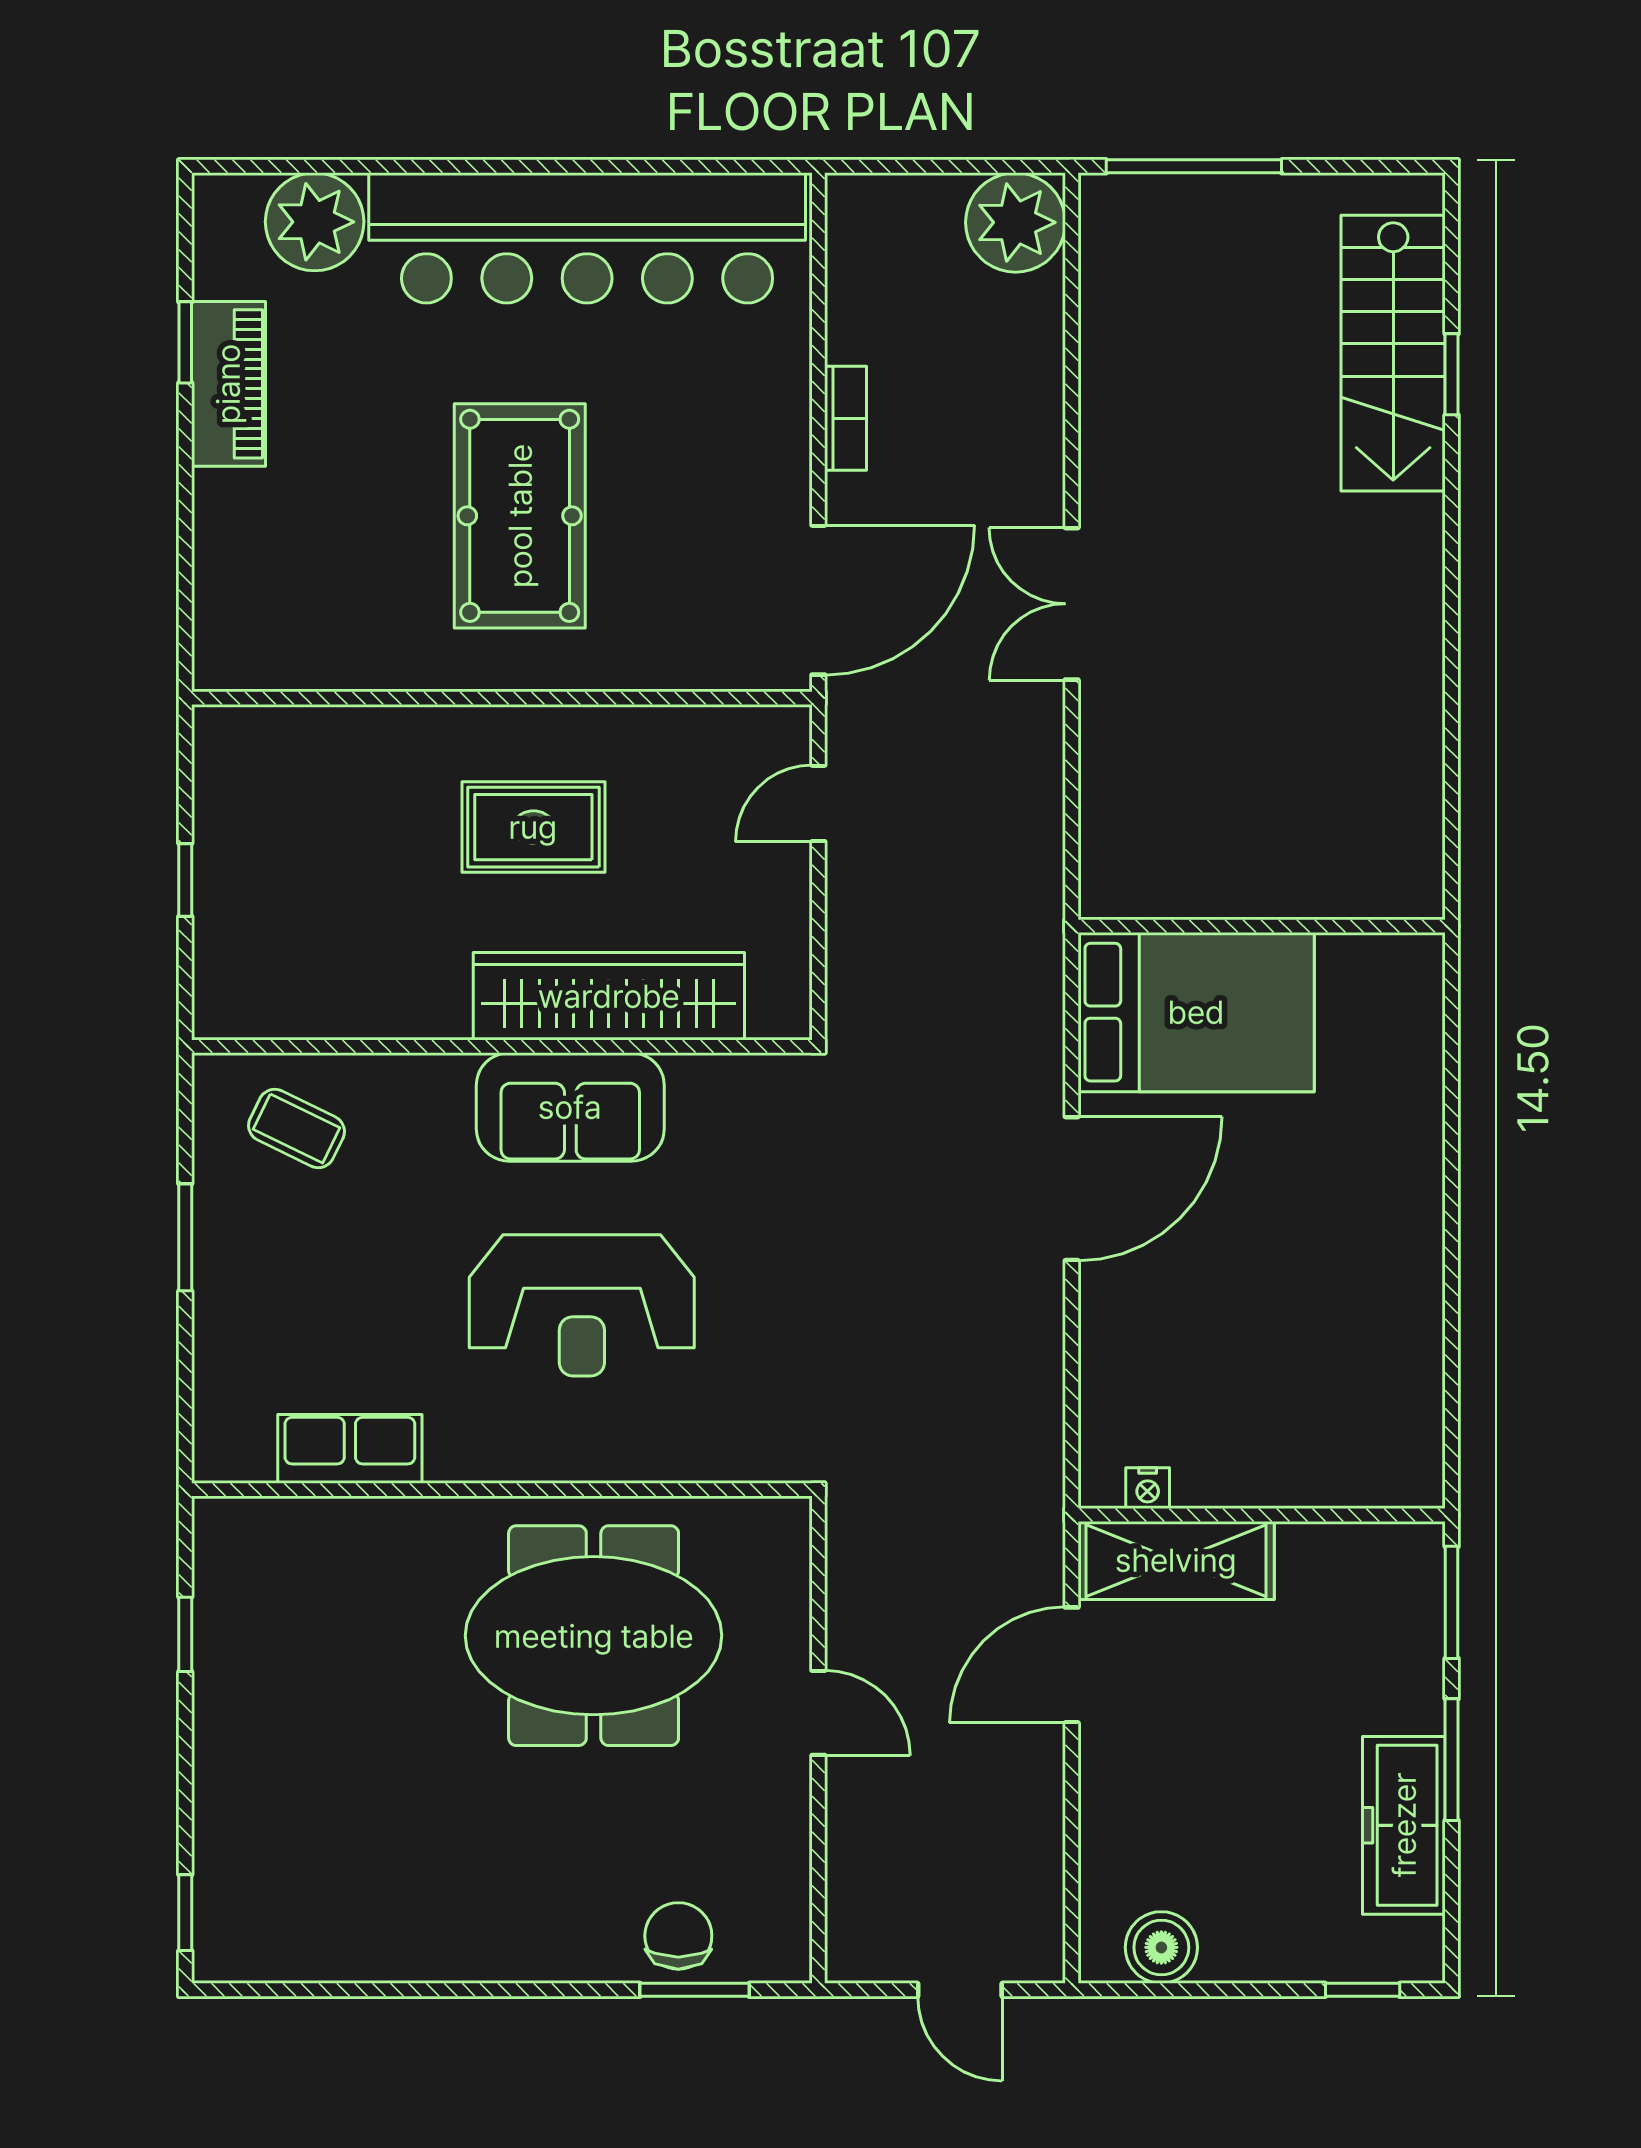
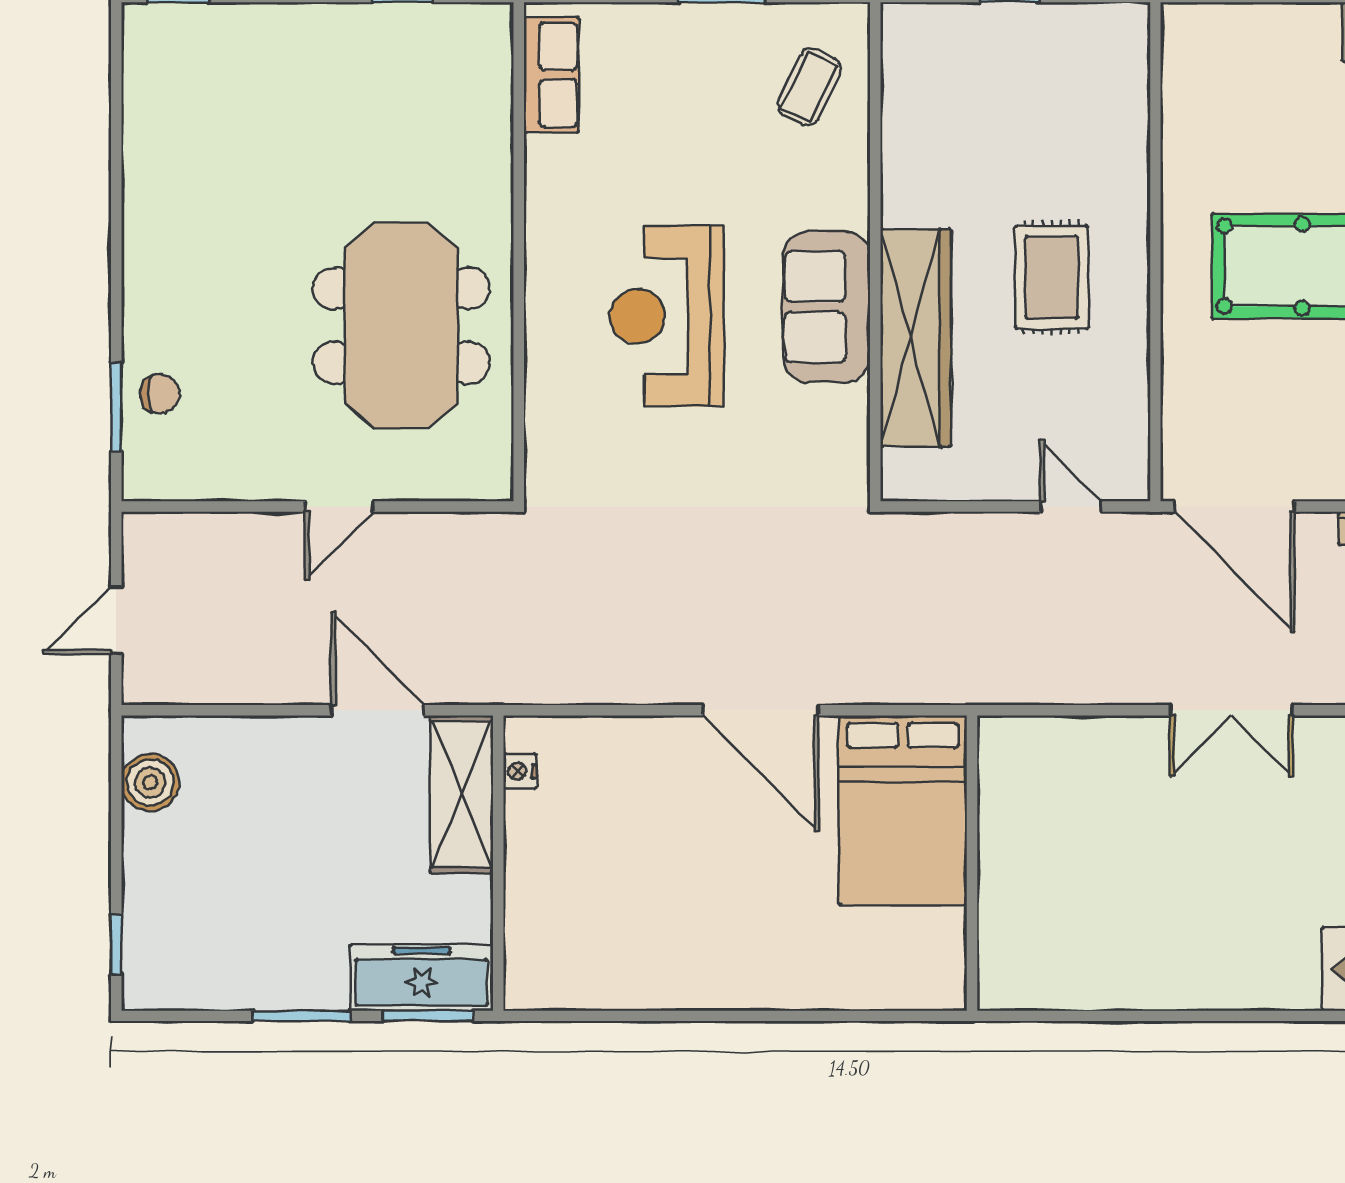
double door: (1072, 604) -> (1231, 710), swing flipped
row of seats: (350, 1449) -> (551, 75), moved
freezer: (1404, 1825) -> (422, 978), moved
chair: (678, 1936) -> (160, 394), width x0.73, depth x0.73

